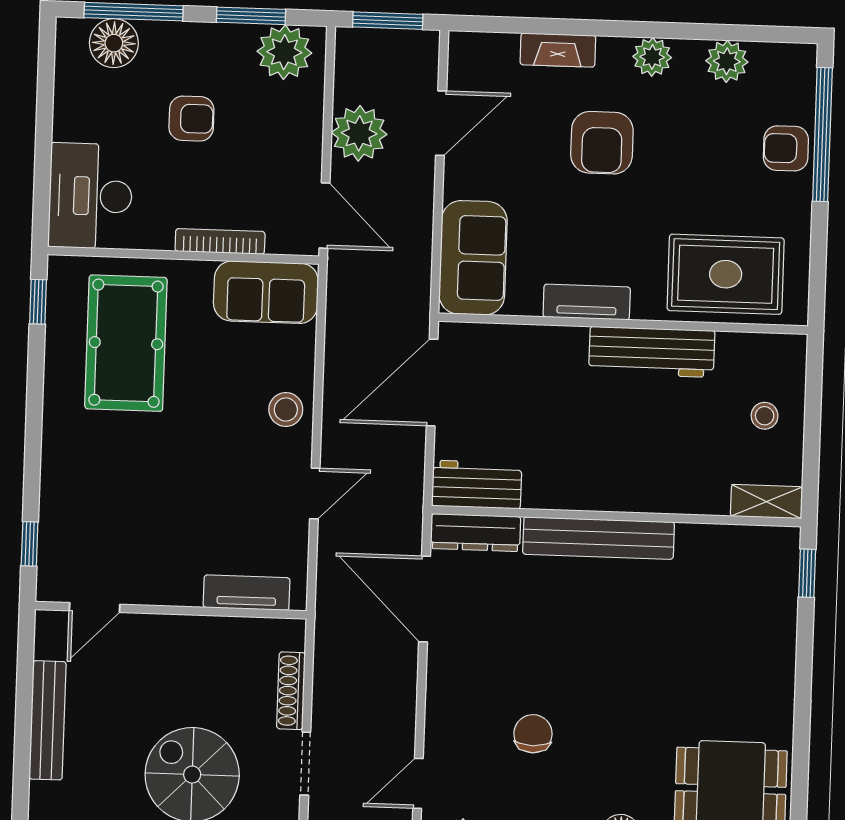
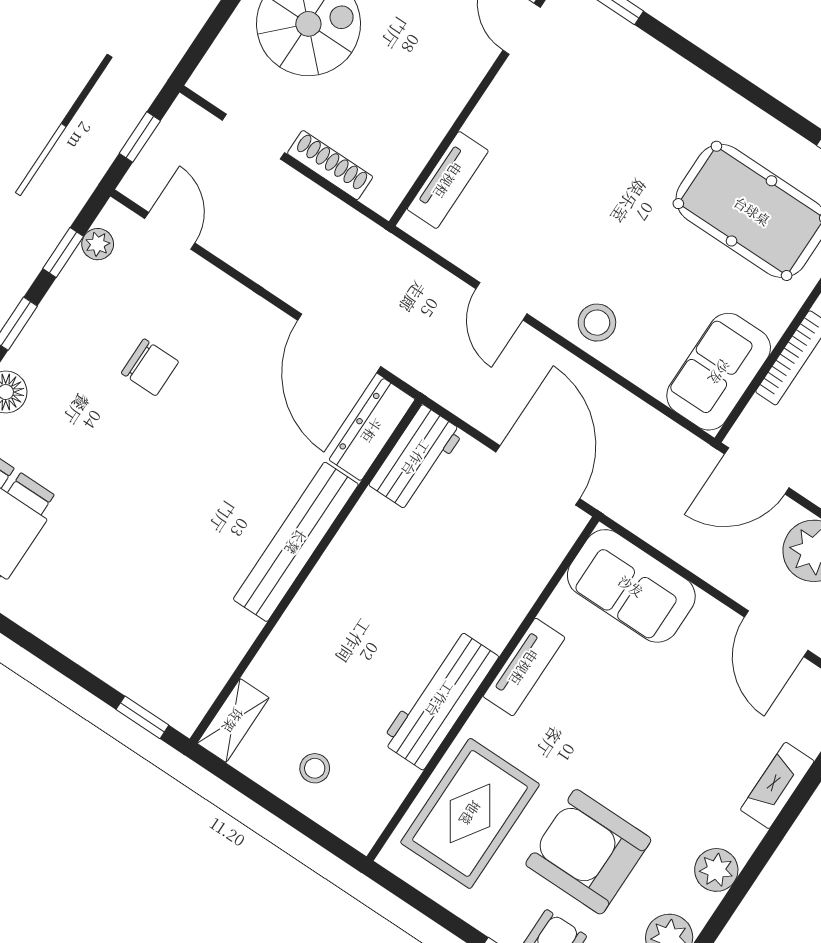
armchair: (602, 143) -> (588, 852), moved, width x1.36, depth x1.36
door: (424, 599) -> (339, 343), swing flipped

